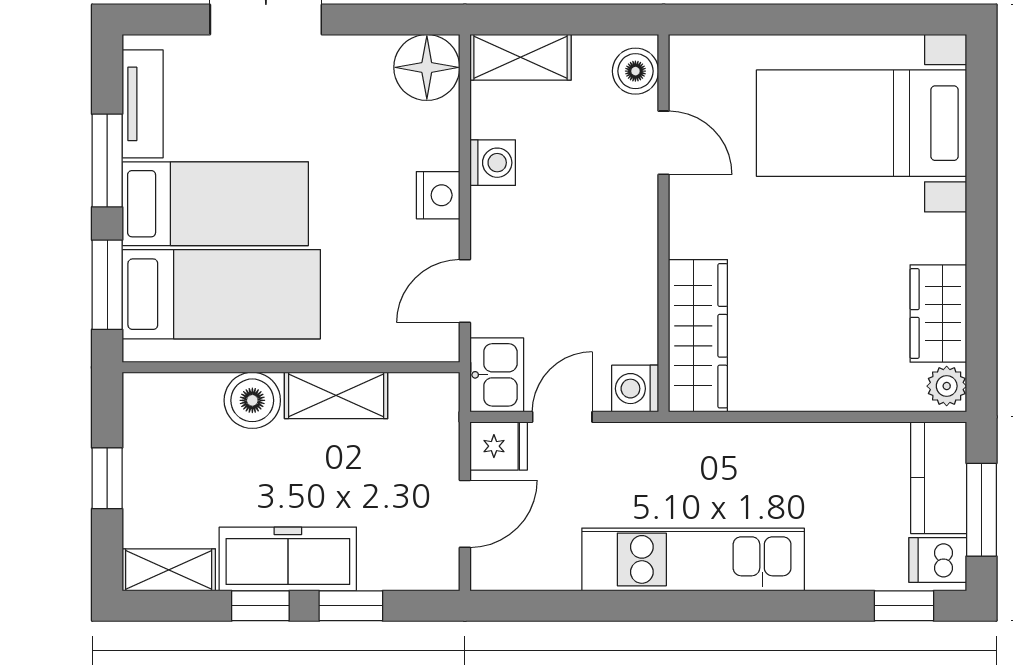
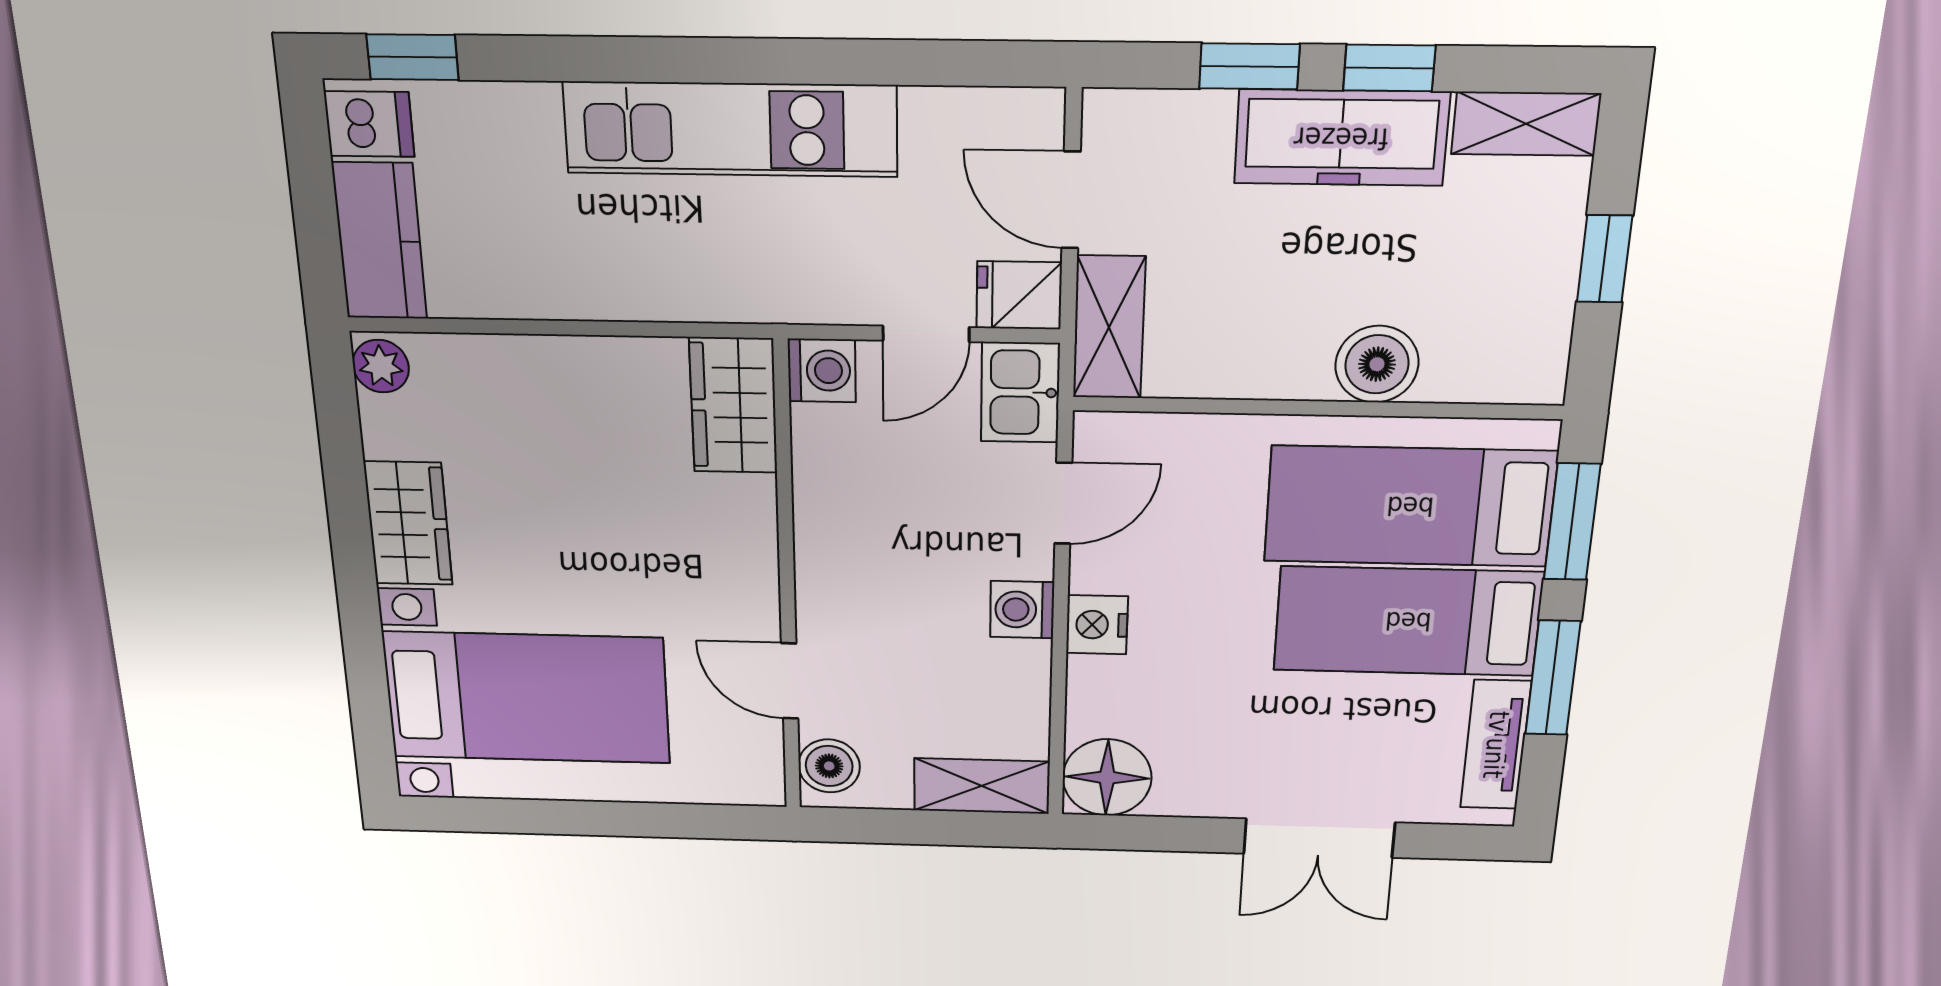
washing machine: (493, 163) -> (1022, 610), moved
wardrobe: (938, 313) -> (408, 523), moved
wardrobe: (698, 336) -> (733, 405), width x0.67
shelving: (336, 395) -> (1109, 327), moved, turned 90
window: (981, 510) -> (313, 195), removed
door: (465, 514) -> (1071, 200), hinge flipped

